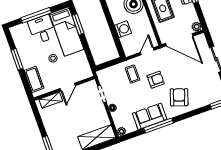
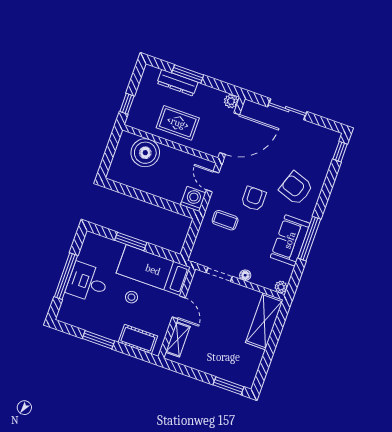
window: (78, 24) -> (131, 241), moved
washing machine: (123, 29) -> (193, 199), moved
bed: (67, 31) -> (153, 270), moved, turned 180

